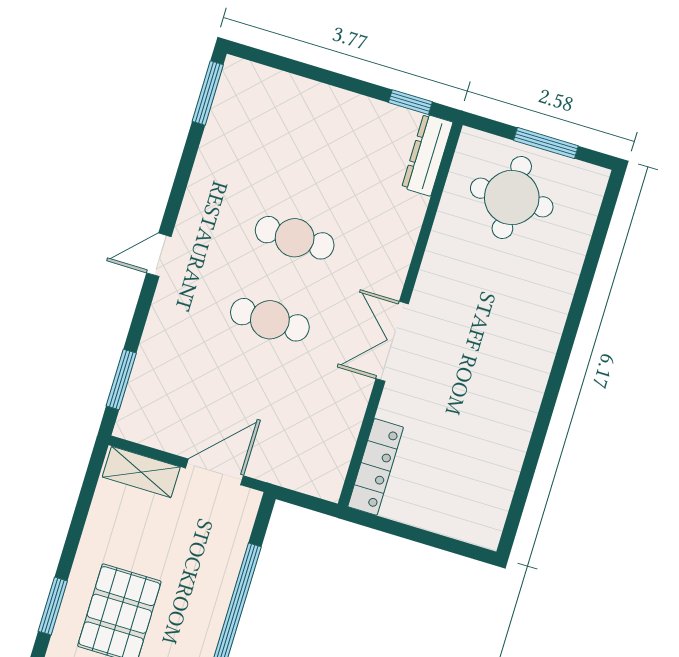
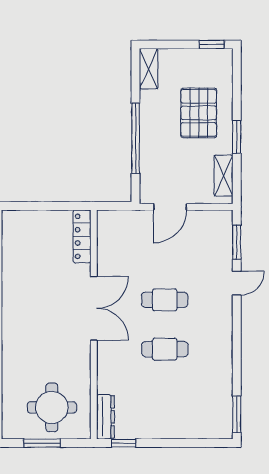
door: (159, 255) -> (237, 283), moved
double door: (392, 341) -> (94, 308), width x1.37
shelving: (141, 472) -> (223, 176), moved, turned 90
window: (53, 606) -> (237, 137), moved

